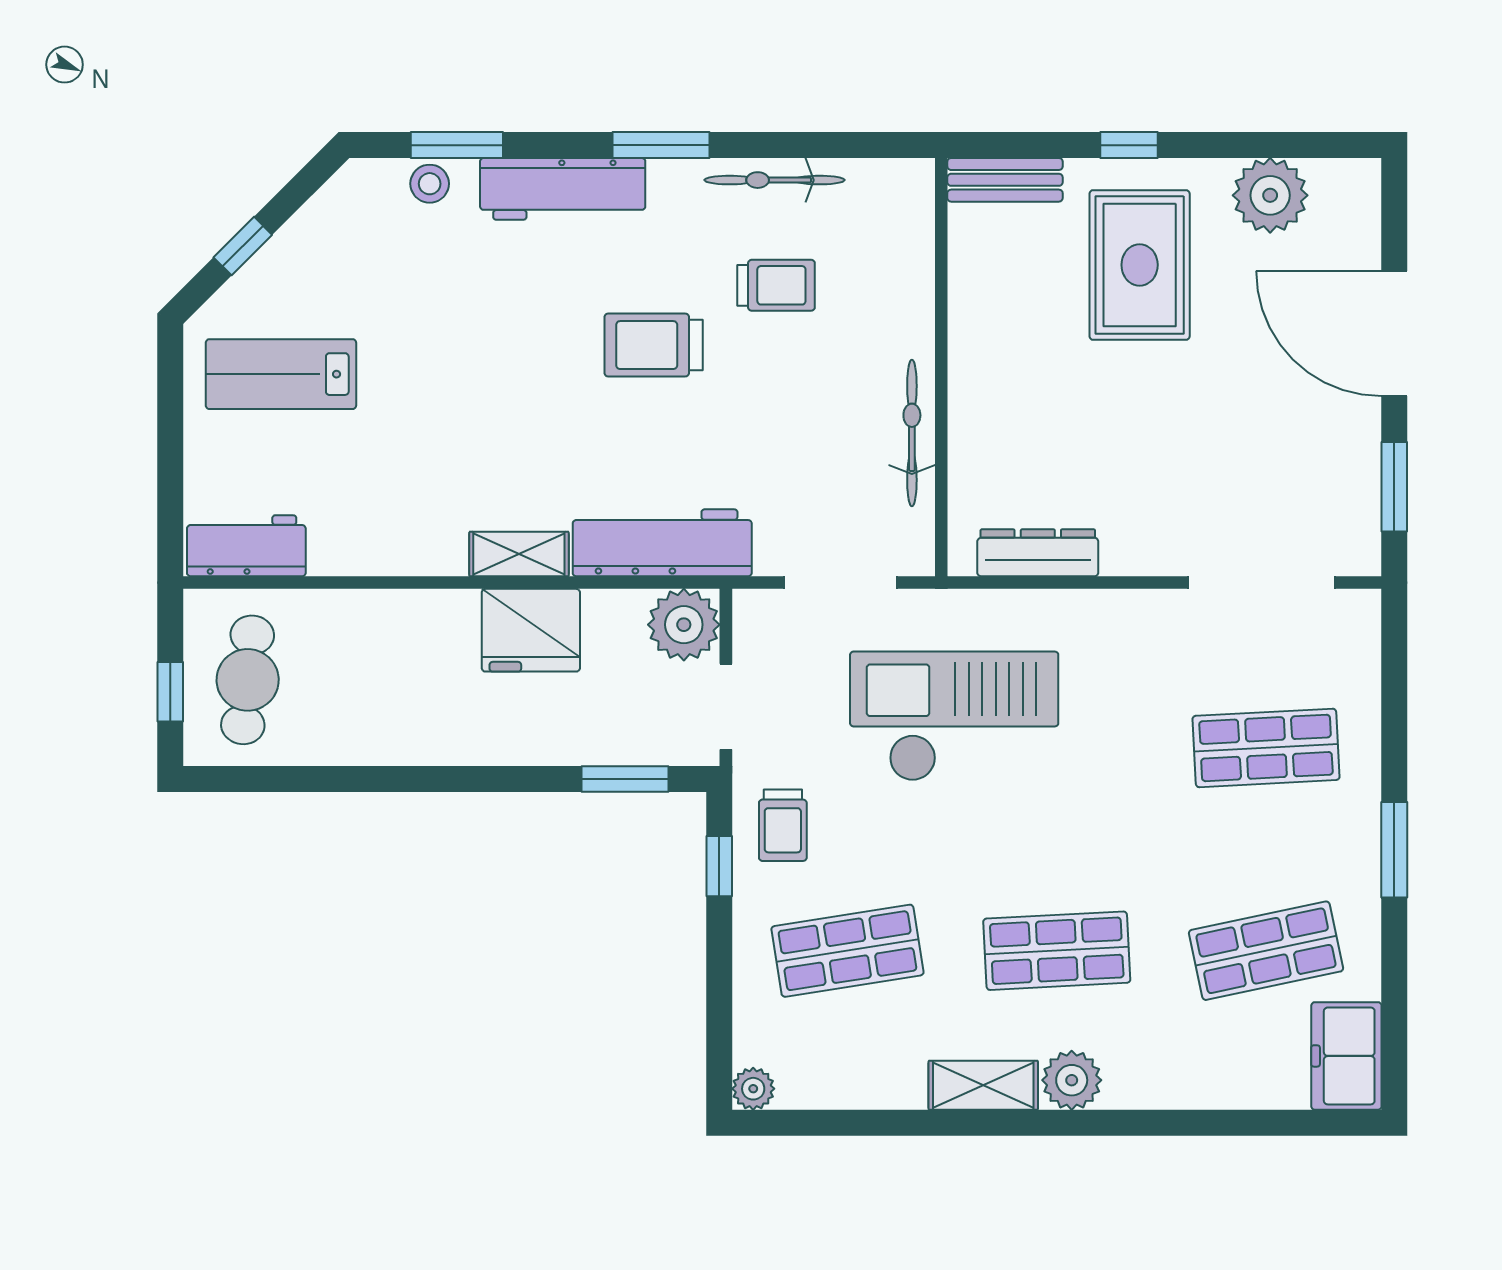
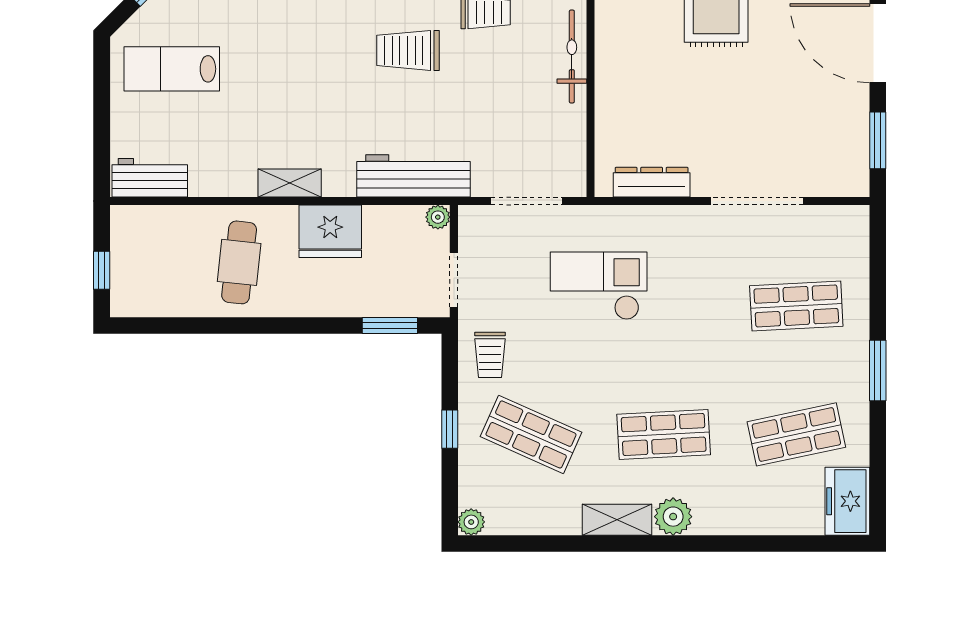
bicycle: (912, 433) -> (572, 56), moved
shelving: (519, 554) -> (290, 183), moved
doorway: (1262, 583) -> (757, 201), moved
plant: (684, 625) -> (438, 217), width x0.53, depth x0.53
cafe table: (248, 680) -> (239, 262), moved
checkout: (954, 716) -> (599, 286), width x0.73, depth x0.83
window: (719, 866) -> (450, 429), moved
shop shelf: (847, 951) -> (531, 434), turned 33

